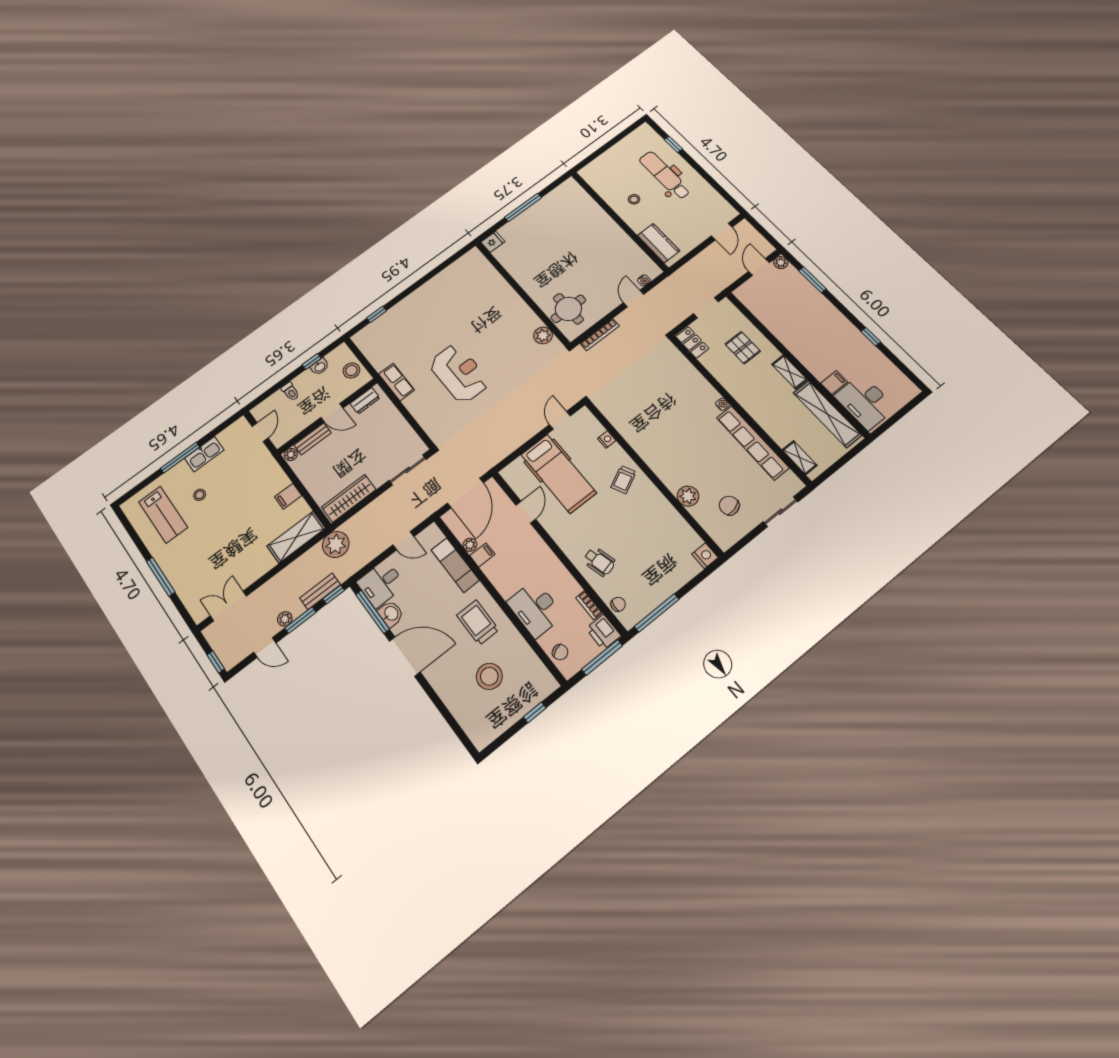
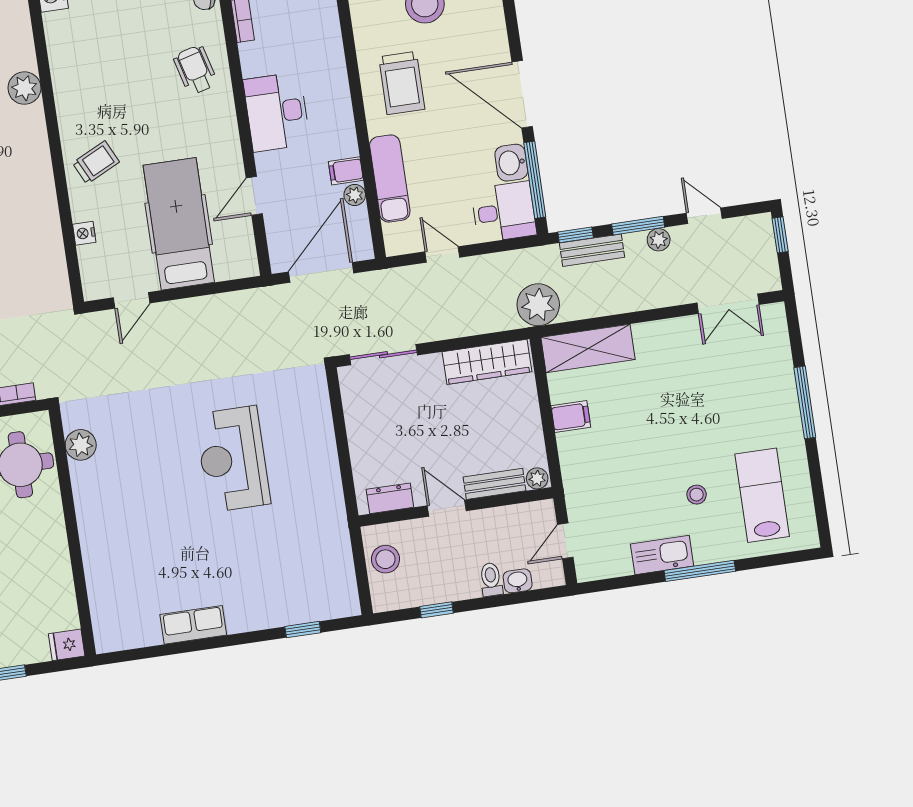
washbasin: (320, 367) -> (518, 581), moved
row of seats: (397, 382) -> (193, 625), moved, turned 90
desk: (535, 609) -> (277, 112), moved, turned 180

